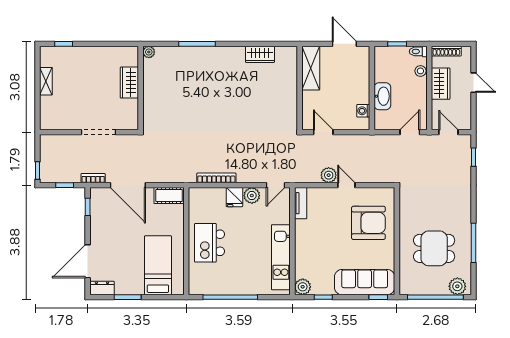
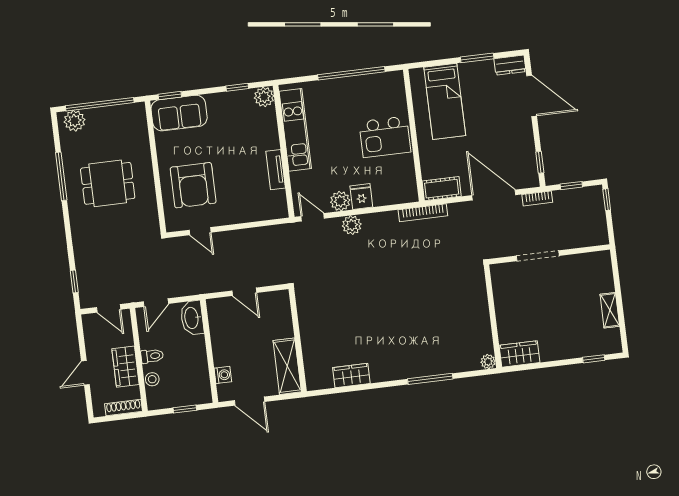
toilet: (418, 51) -> (152, 356), moved
wardrobe: (129, 83) -> (519, 354), moved, turned -90
door: (473, 83) -> (85, 373), hinge flipped
washbasin: (382, 96) -> (192, 318), moved
washing machine: (363, 111) -> (223, 375), moved
door: (323, 132) -> (244, 292), moved
plant: (329, 175) -> (352, 225), moved
bookcase: (216, 178) -> (423, 213), moved
door: (276, 185) -> (313, 217), hinge flipped
door: (346, 185) -> (200, 231), moved
tv unit: (301, 203) -> (276, 170), moved
armchair: (368, 223) -> (193, 185), turned -90
kitchen island: (210, 243) -> (385, 137), turned 90
dining table: (434, 248) -> (108, 183), moved
door: (88, 261) -> (532, 96), hinge flipped
sofa: (365, 282) -> (179, 113), width x0.73

